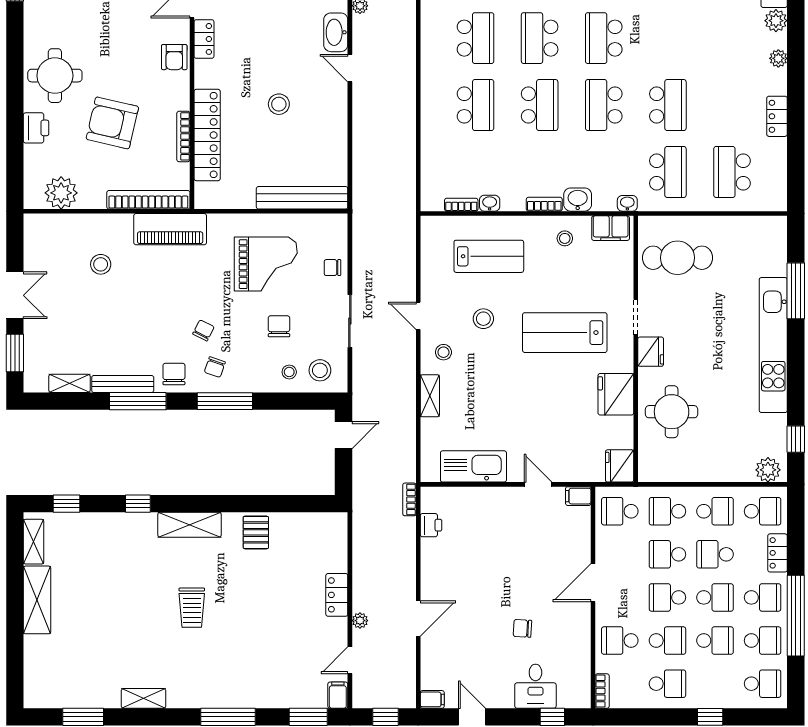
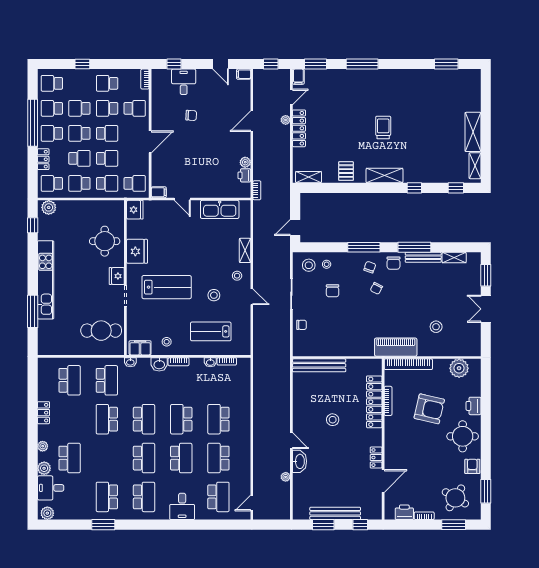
school desk: (732, 38) -> (70, 458), added
armchair: (174, 57) -> (472, 466), moved
school desk: (668, 172) -> (107, 380), turned 180
grand piano: (266, 264) -> (340, 327), removed
plant: (429, 548) -> (245, 162), added
locker: (337, 595) -> (299, 128), width x1.53
shelving: (143, 698) -> (309, 177), moved

